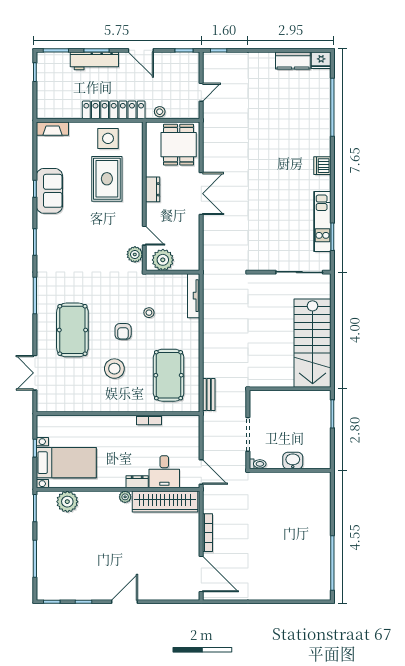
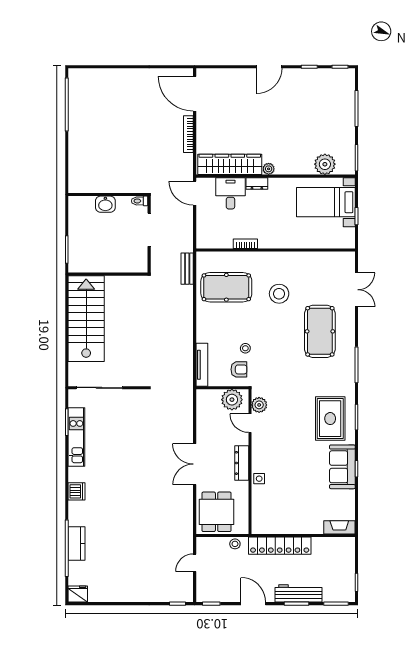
kitchen counter: (293, 60) -> (77, 544), moved, turned 90
side table: (108, 138) -> (259, 479), moved, width x0.54, depth x0.54
rug: (107, 179) -> (330, 419), moved
dresser: (153, 189) -> (242, 463), width x1.44
armchair: (123, 331) -> (239, 369), moved, turned 90
pool table: (169, 375) -> (226, 287), turned 90

